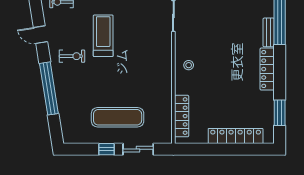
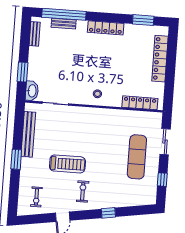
bench: (269, 32) -> (64, 24), moved
treadmill: (103, 36) -> (67, 164), turned 180
window: (49, 88) -> (108, 213), width x0.32
window: (106, 149) -> (162, 180), moved

